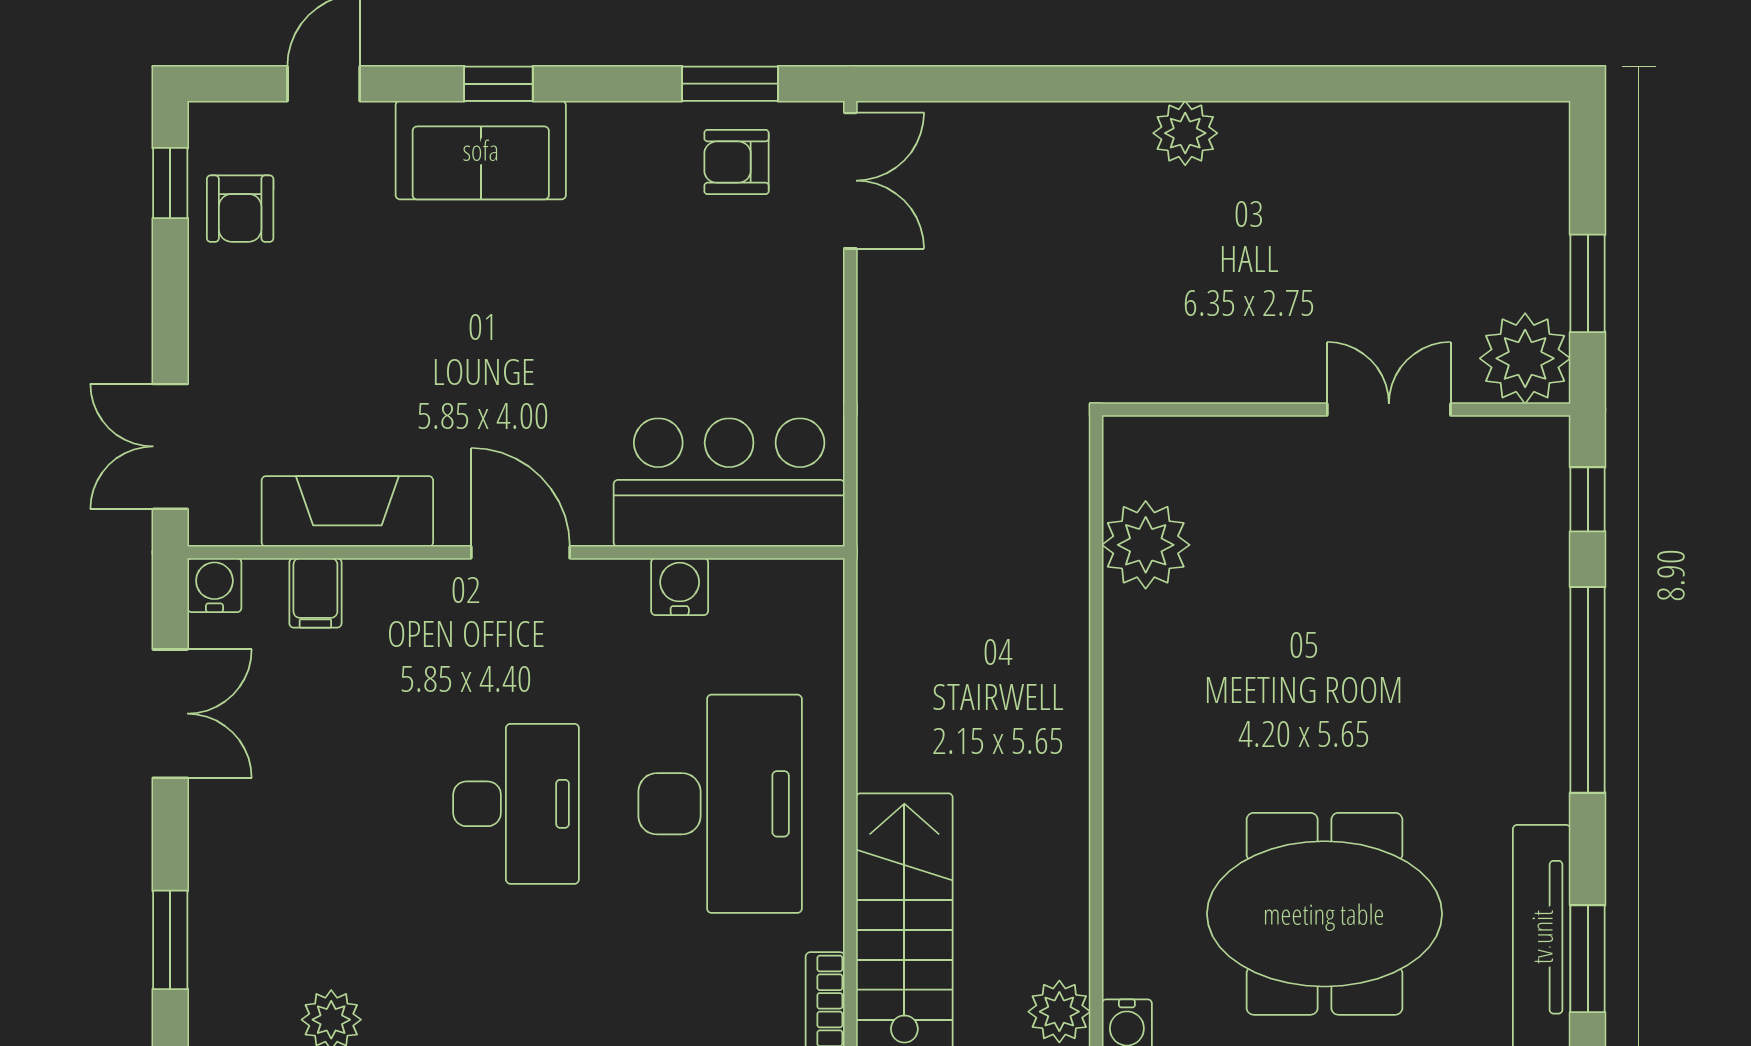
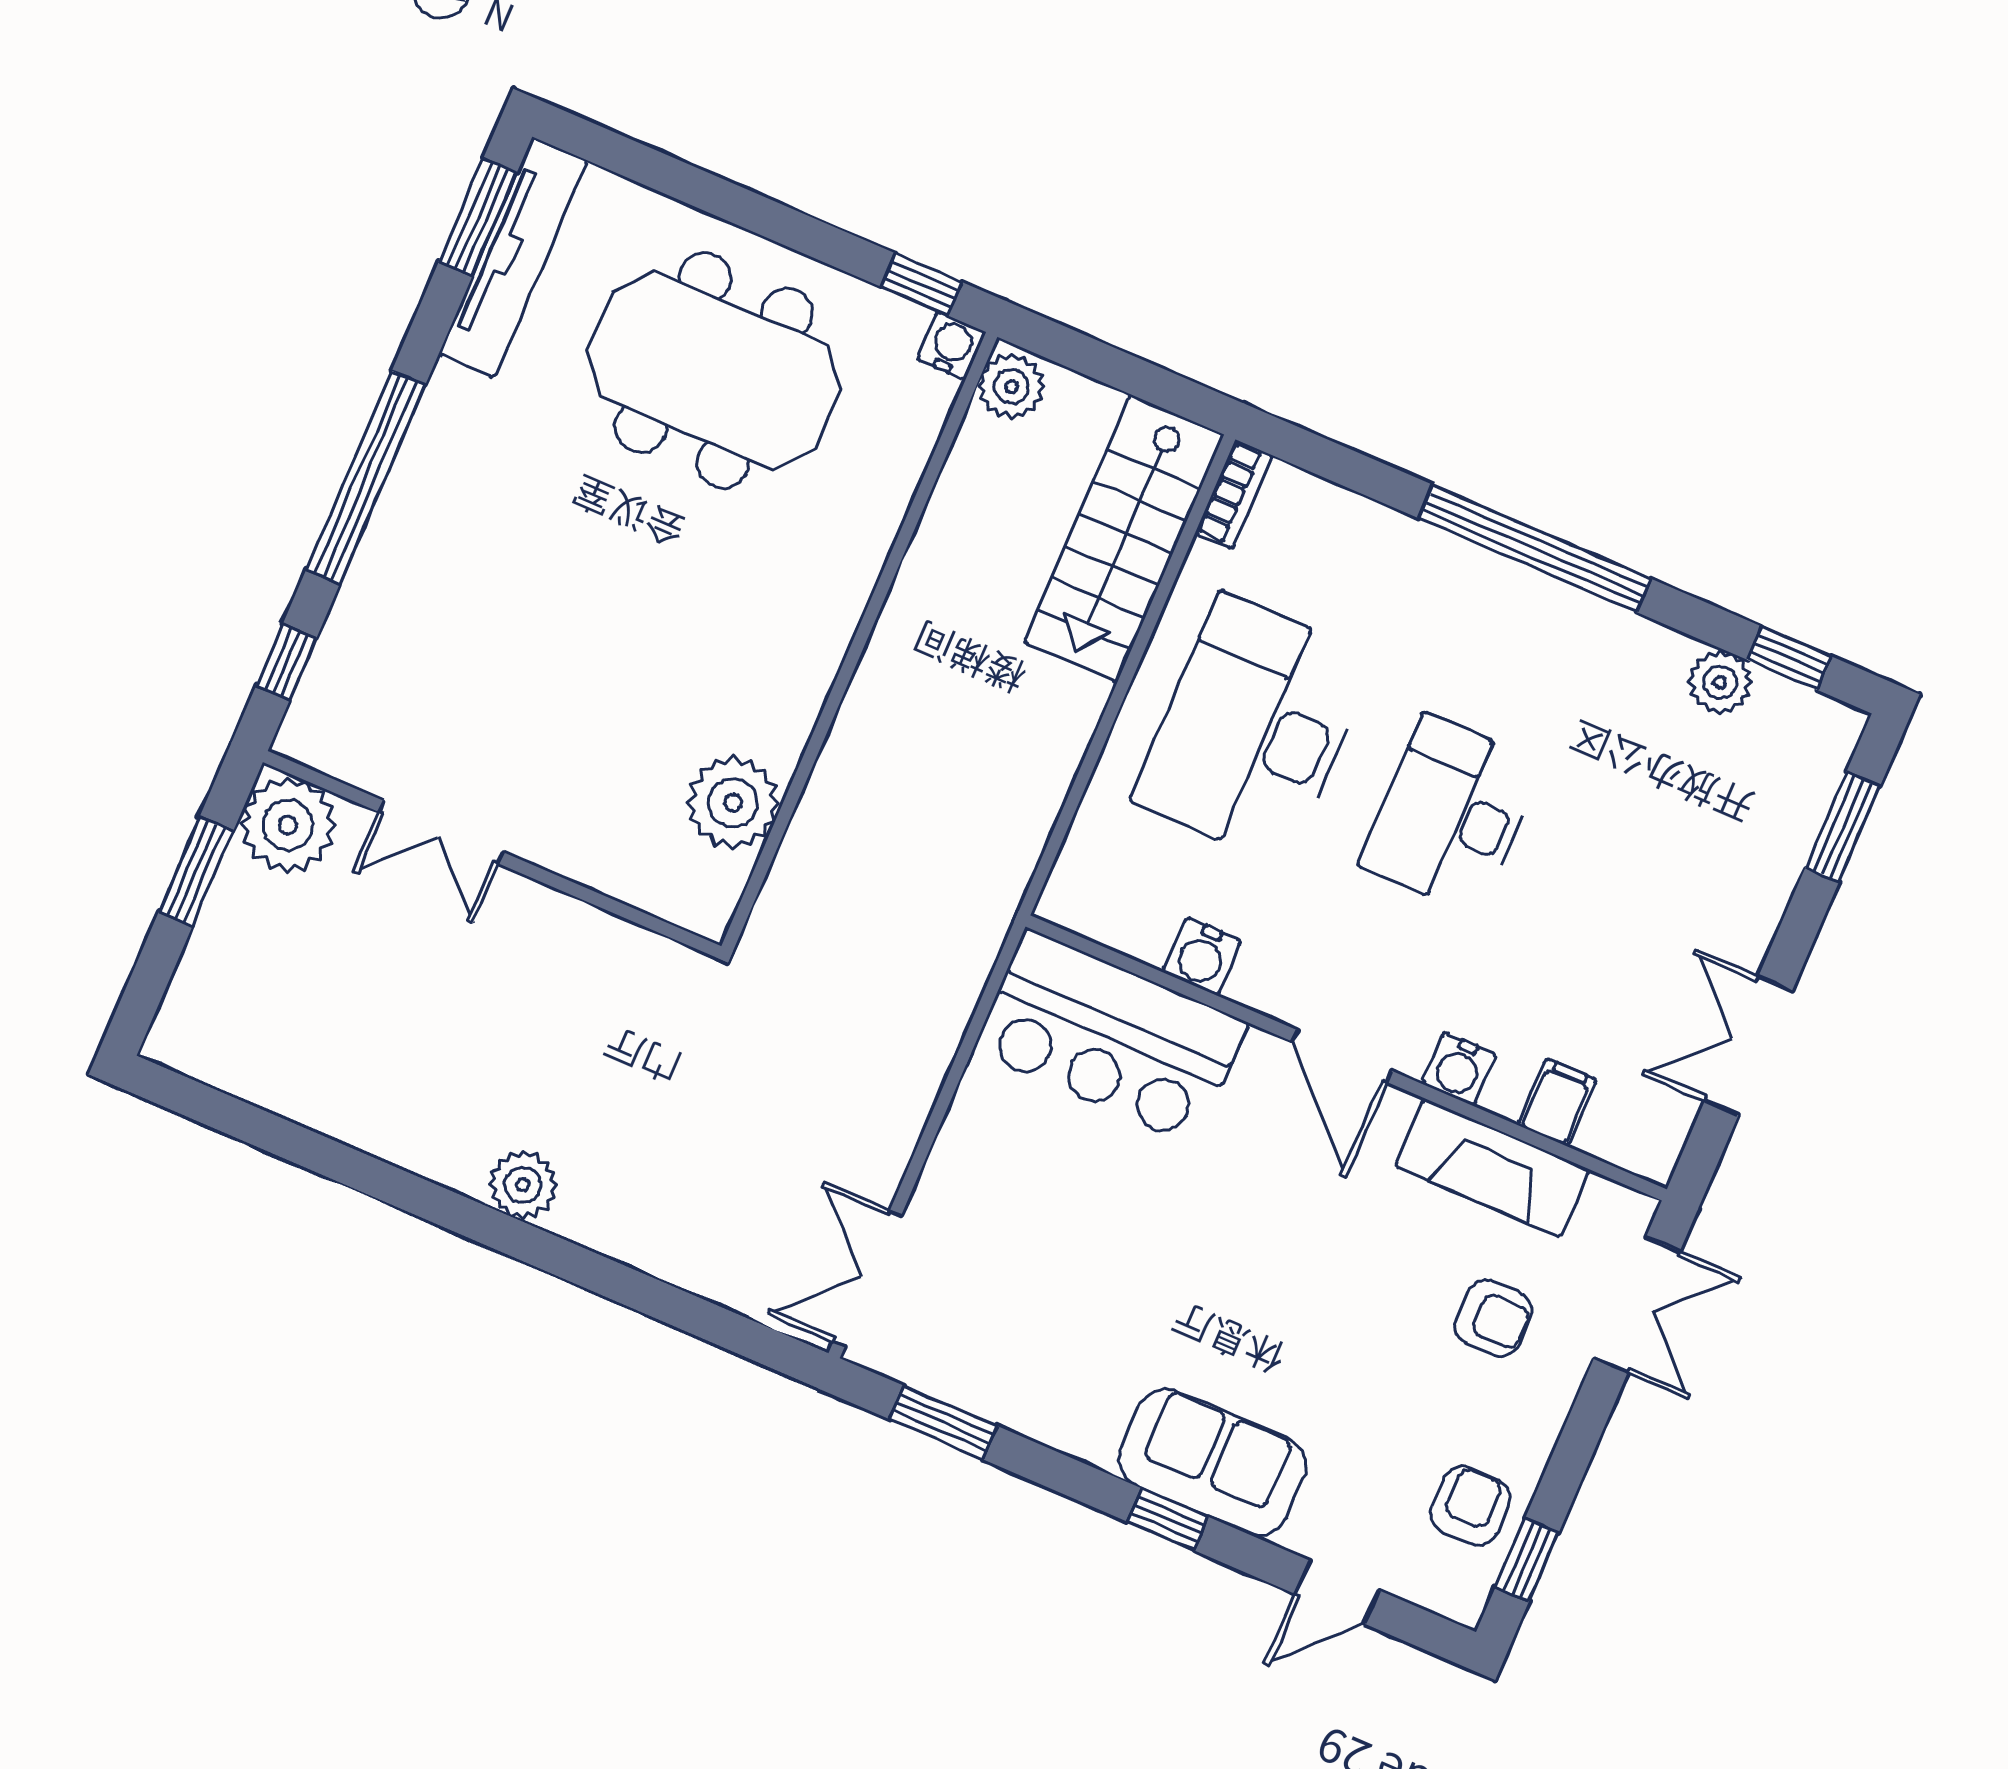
armchair: (737, 162) -> (1493, 1318), moved
water cooler: (214, 585) -> (1459, 1069), moved

